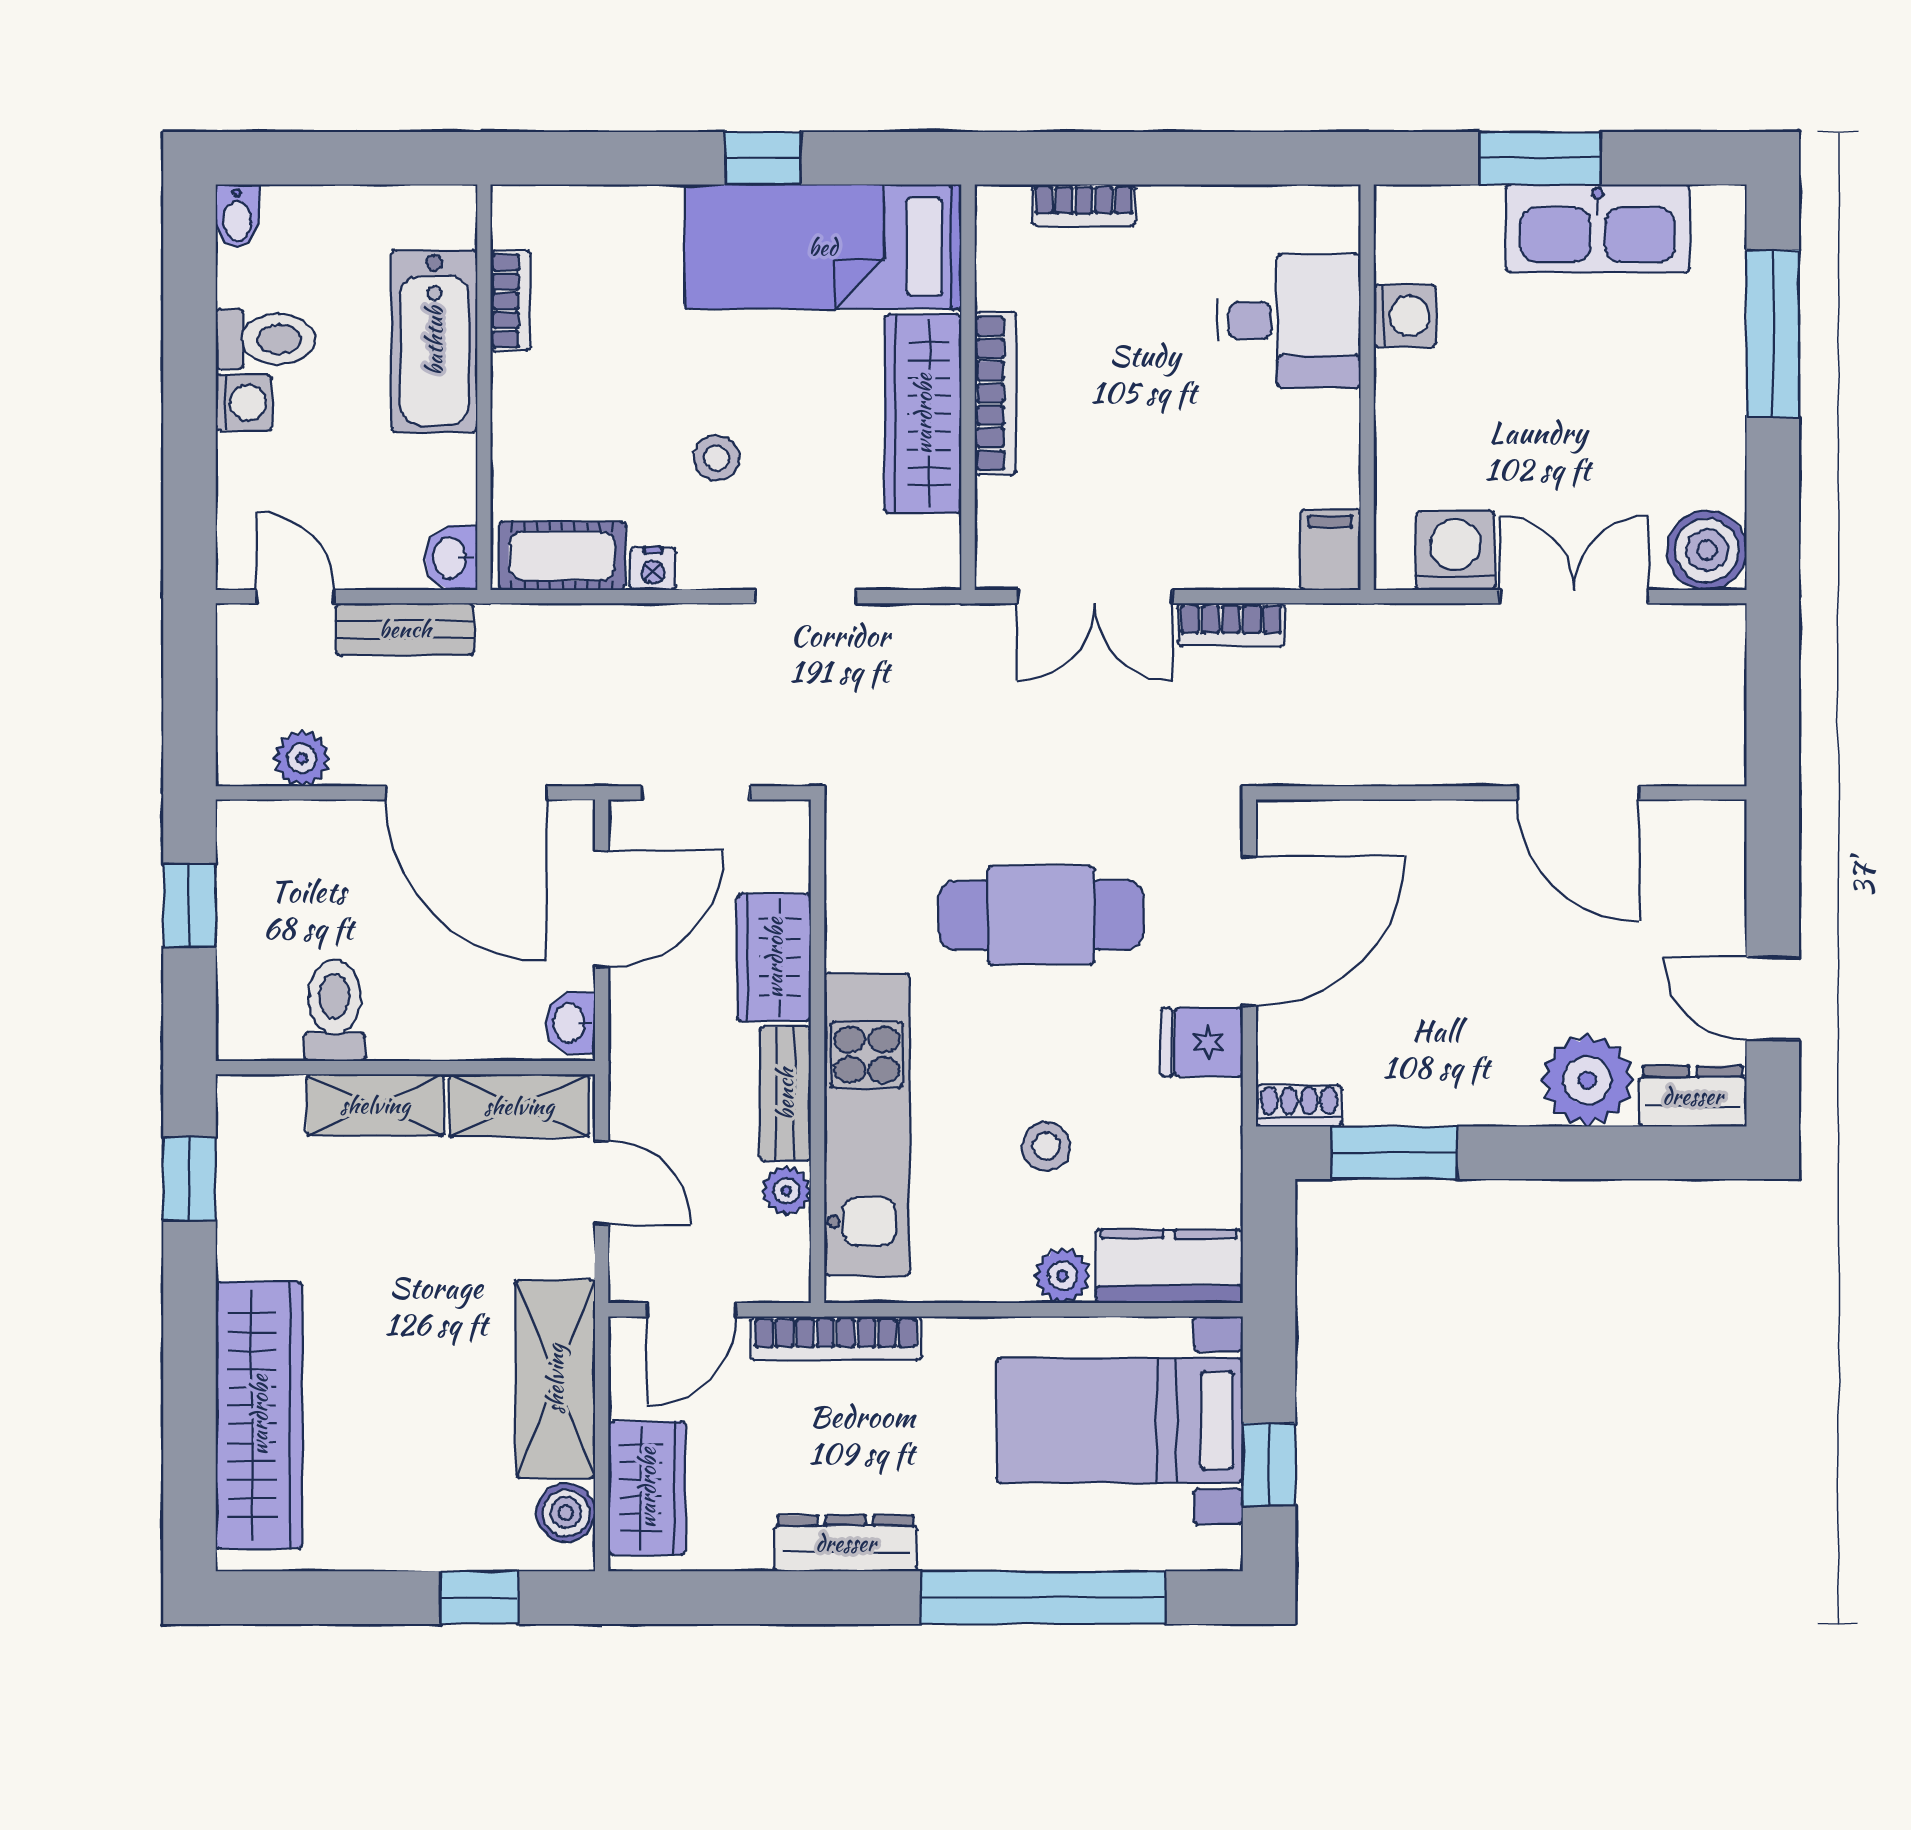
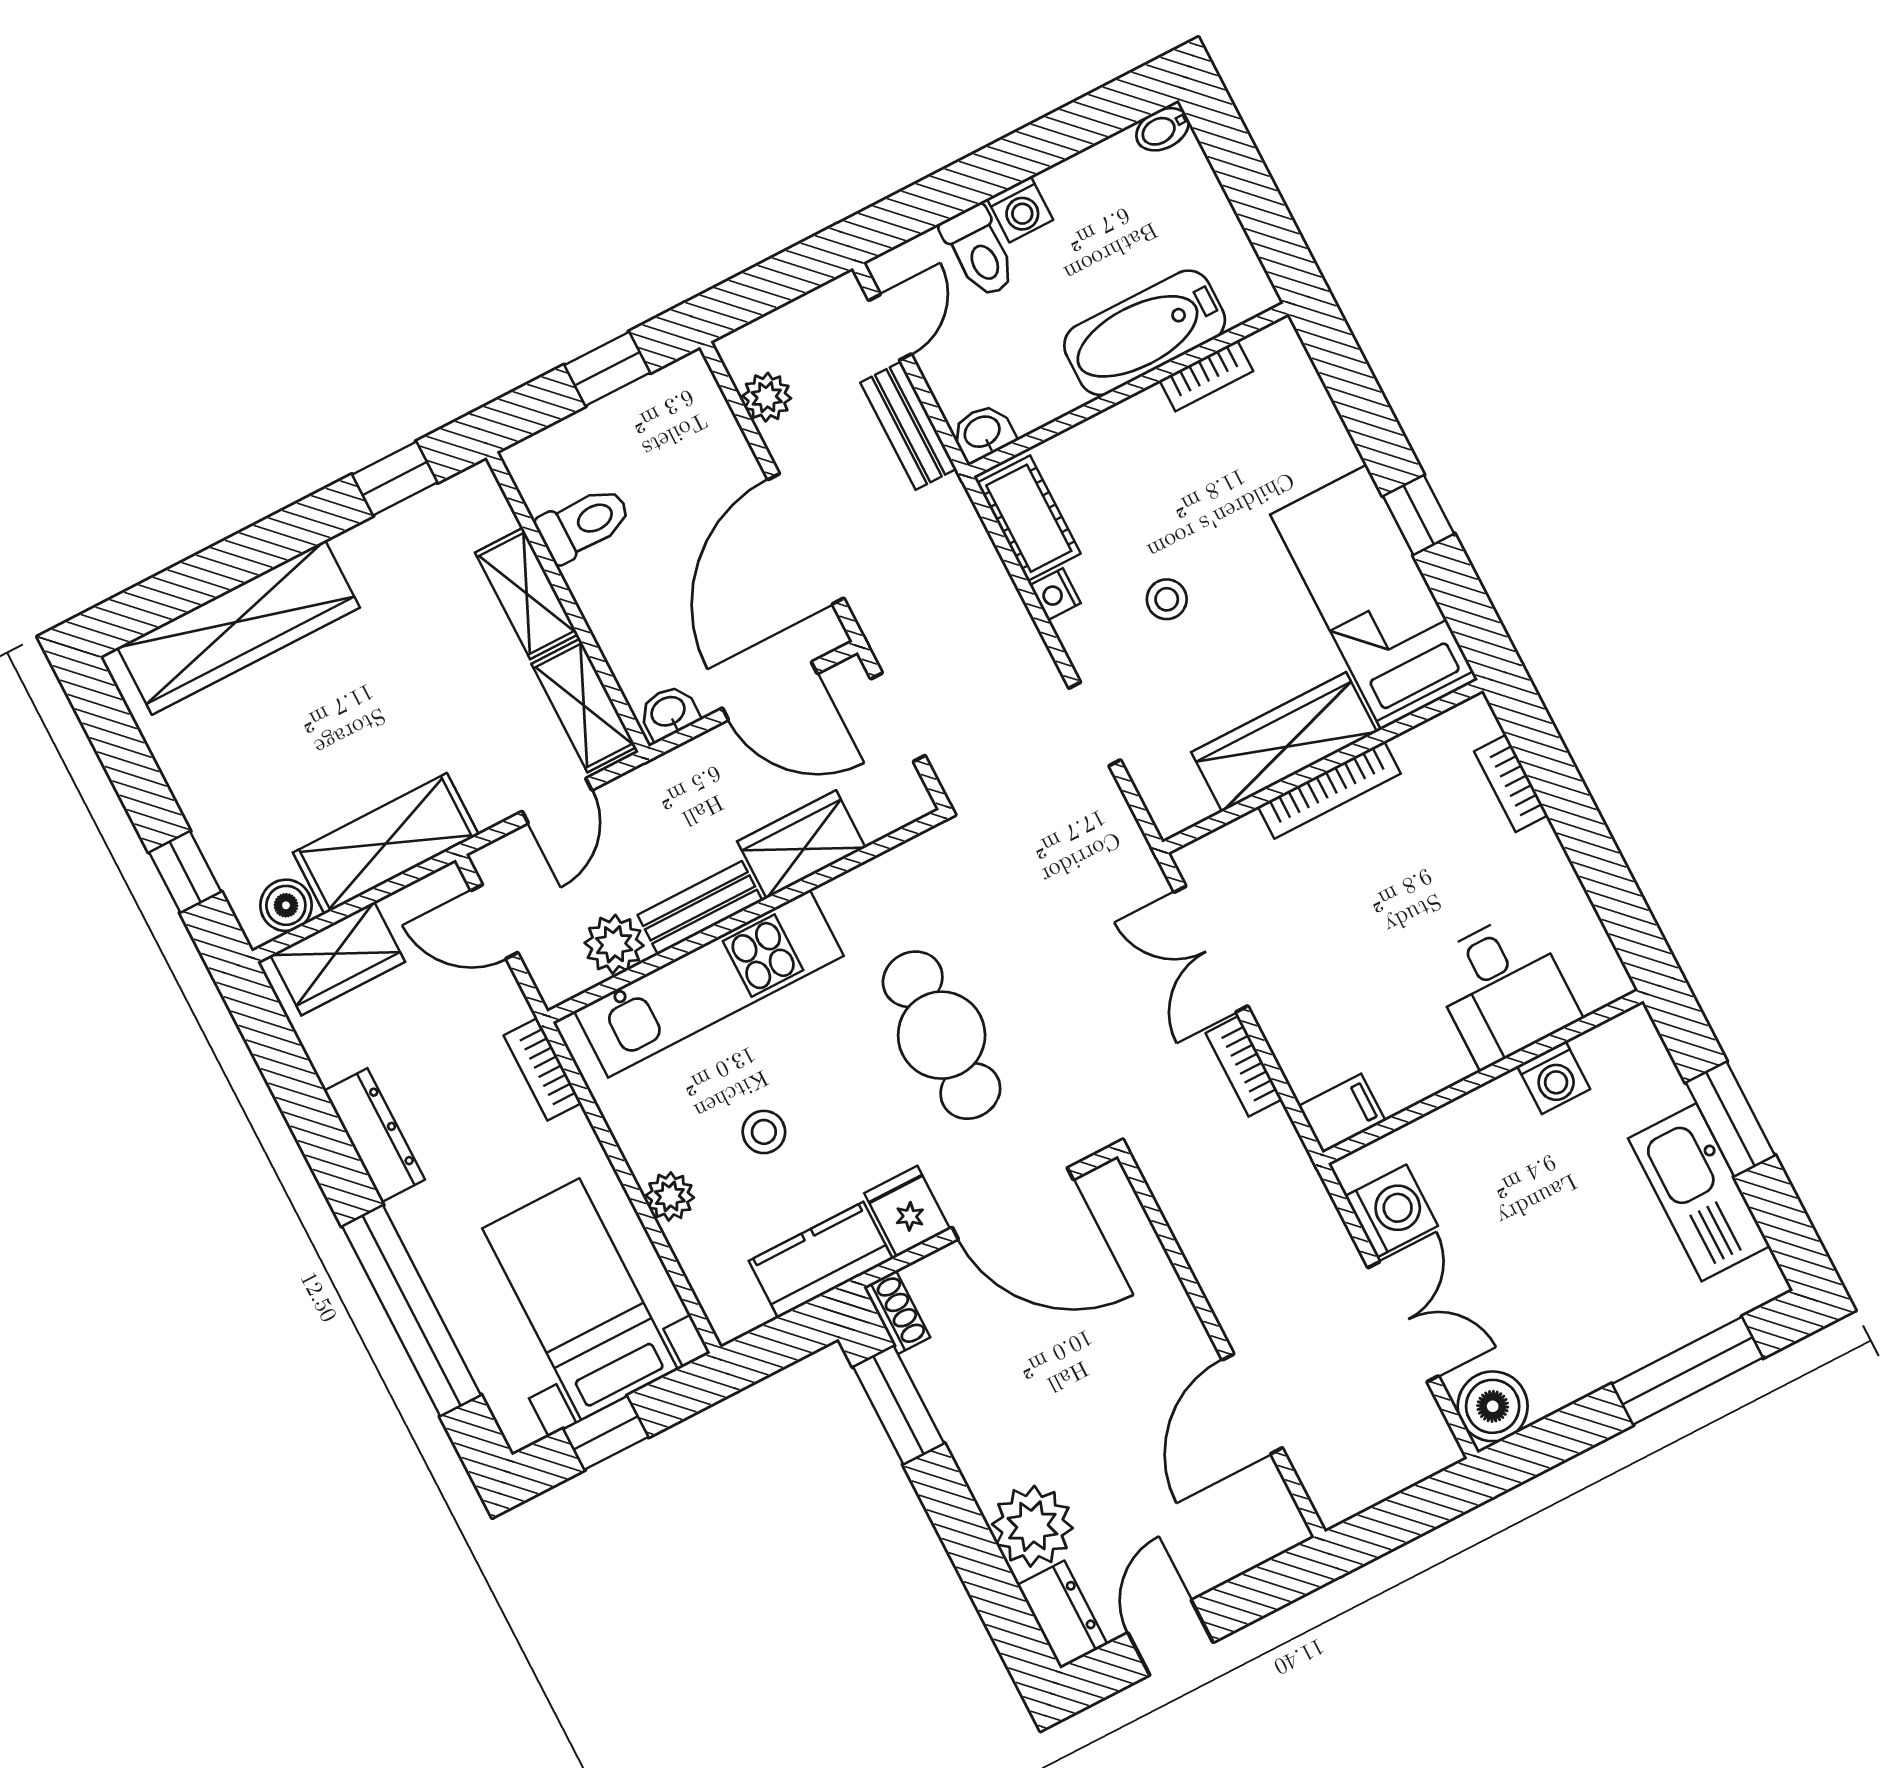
toilet: (265, 339) -> (979, 251), moved
plant: (786, 1191) -> (614, 944), width x1.38, depth x1.38
kitchen counter: (1169, 1266) -> (821, 1260), moved, turned -90
bookcase: (836, 1338) -> (543, 1069), width x0.64

